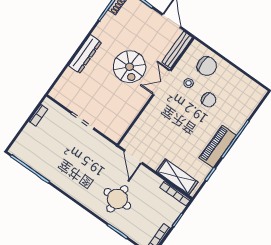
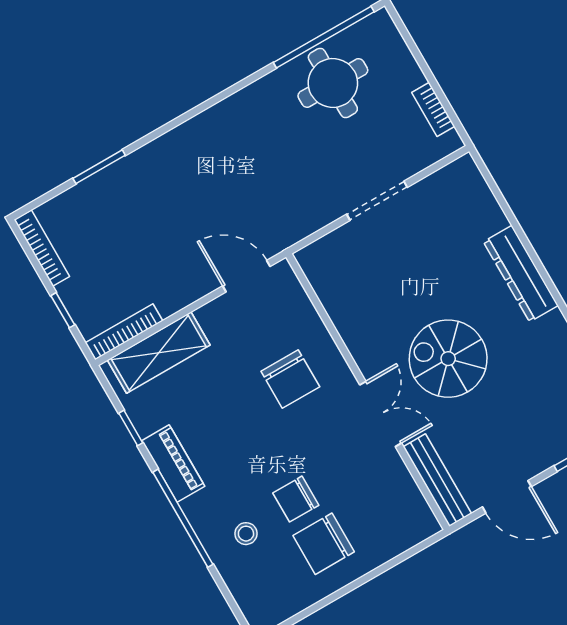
chair: (207, 66) -> (324, 544), moved
stool: (189, 83) -> (246, 534), moved
chair: (164, 123) -> (290, 379), added
piano: (218, 146) -> (173, 463), width x0.73, depth x0.75
round table: (117, 199) -> (333, 83), moved

